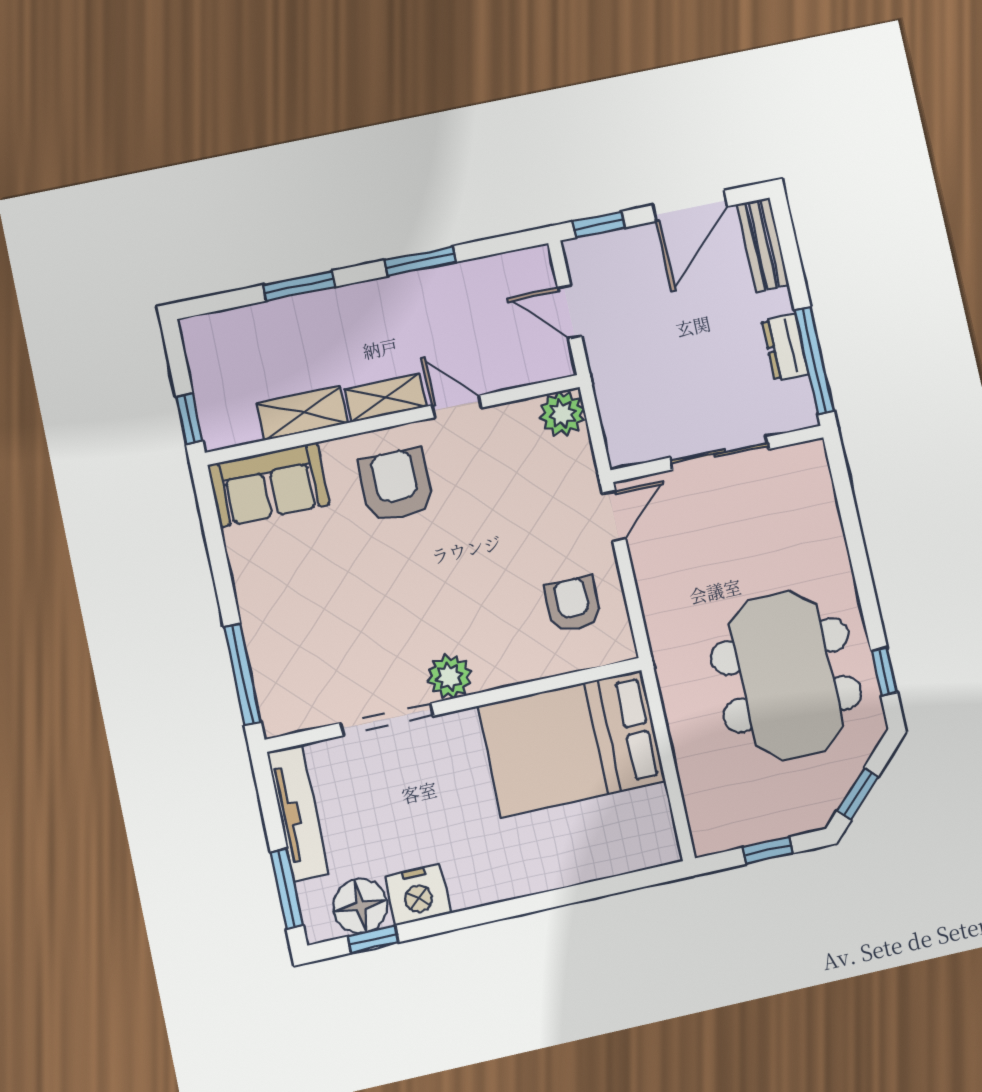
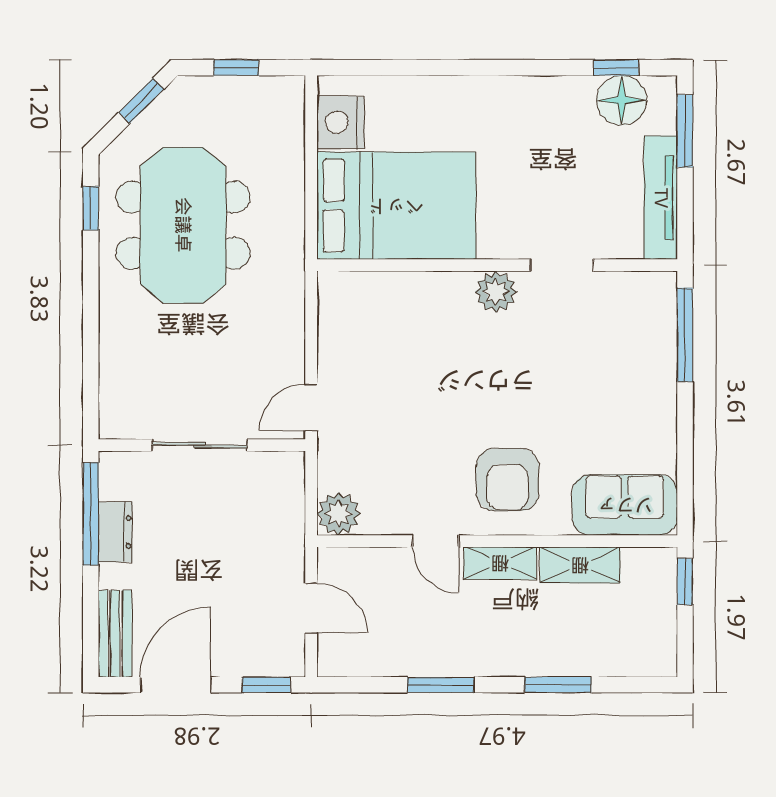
armchair: (573, 604) -> (367, 334), removed
doorway: (387, 719) -> (562, 265), width x0.73
nightstand: (418, 895) -> (341, 122), moved, turned -90

